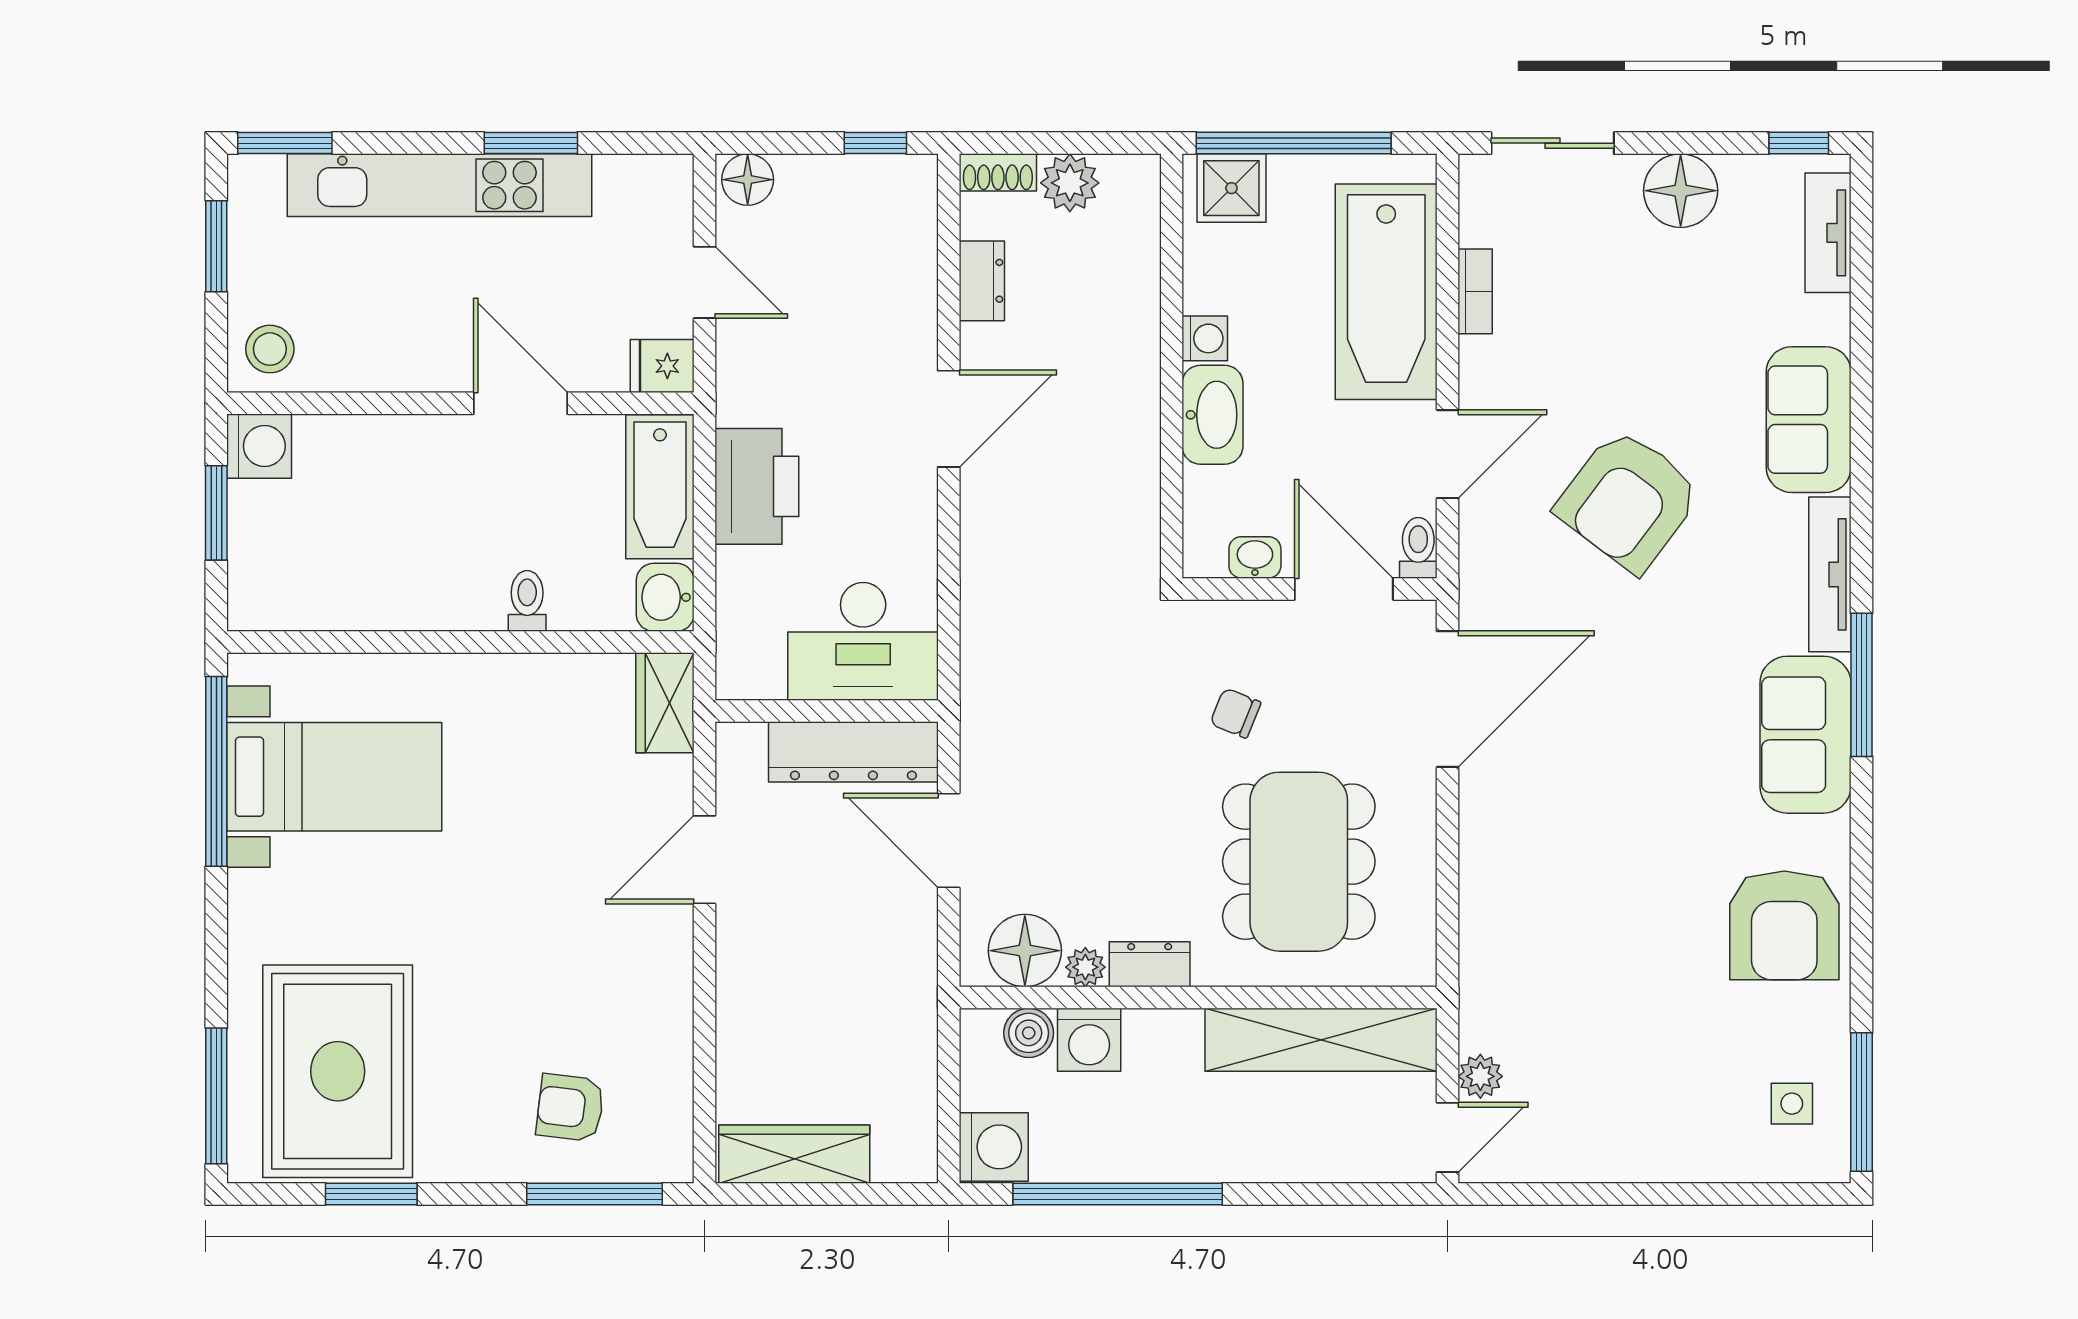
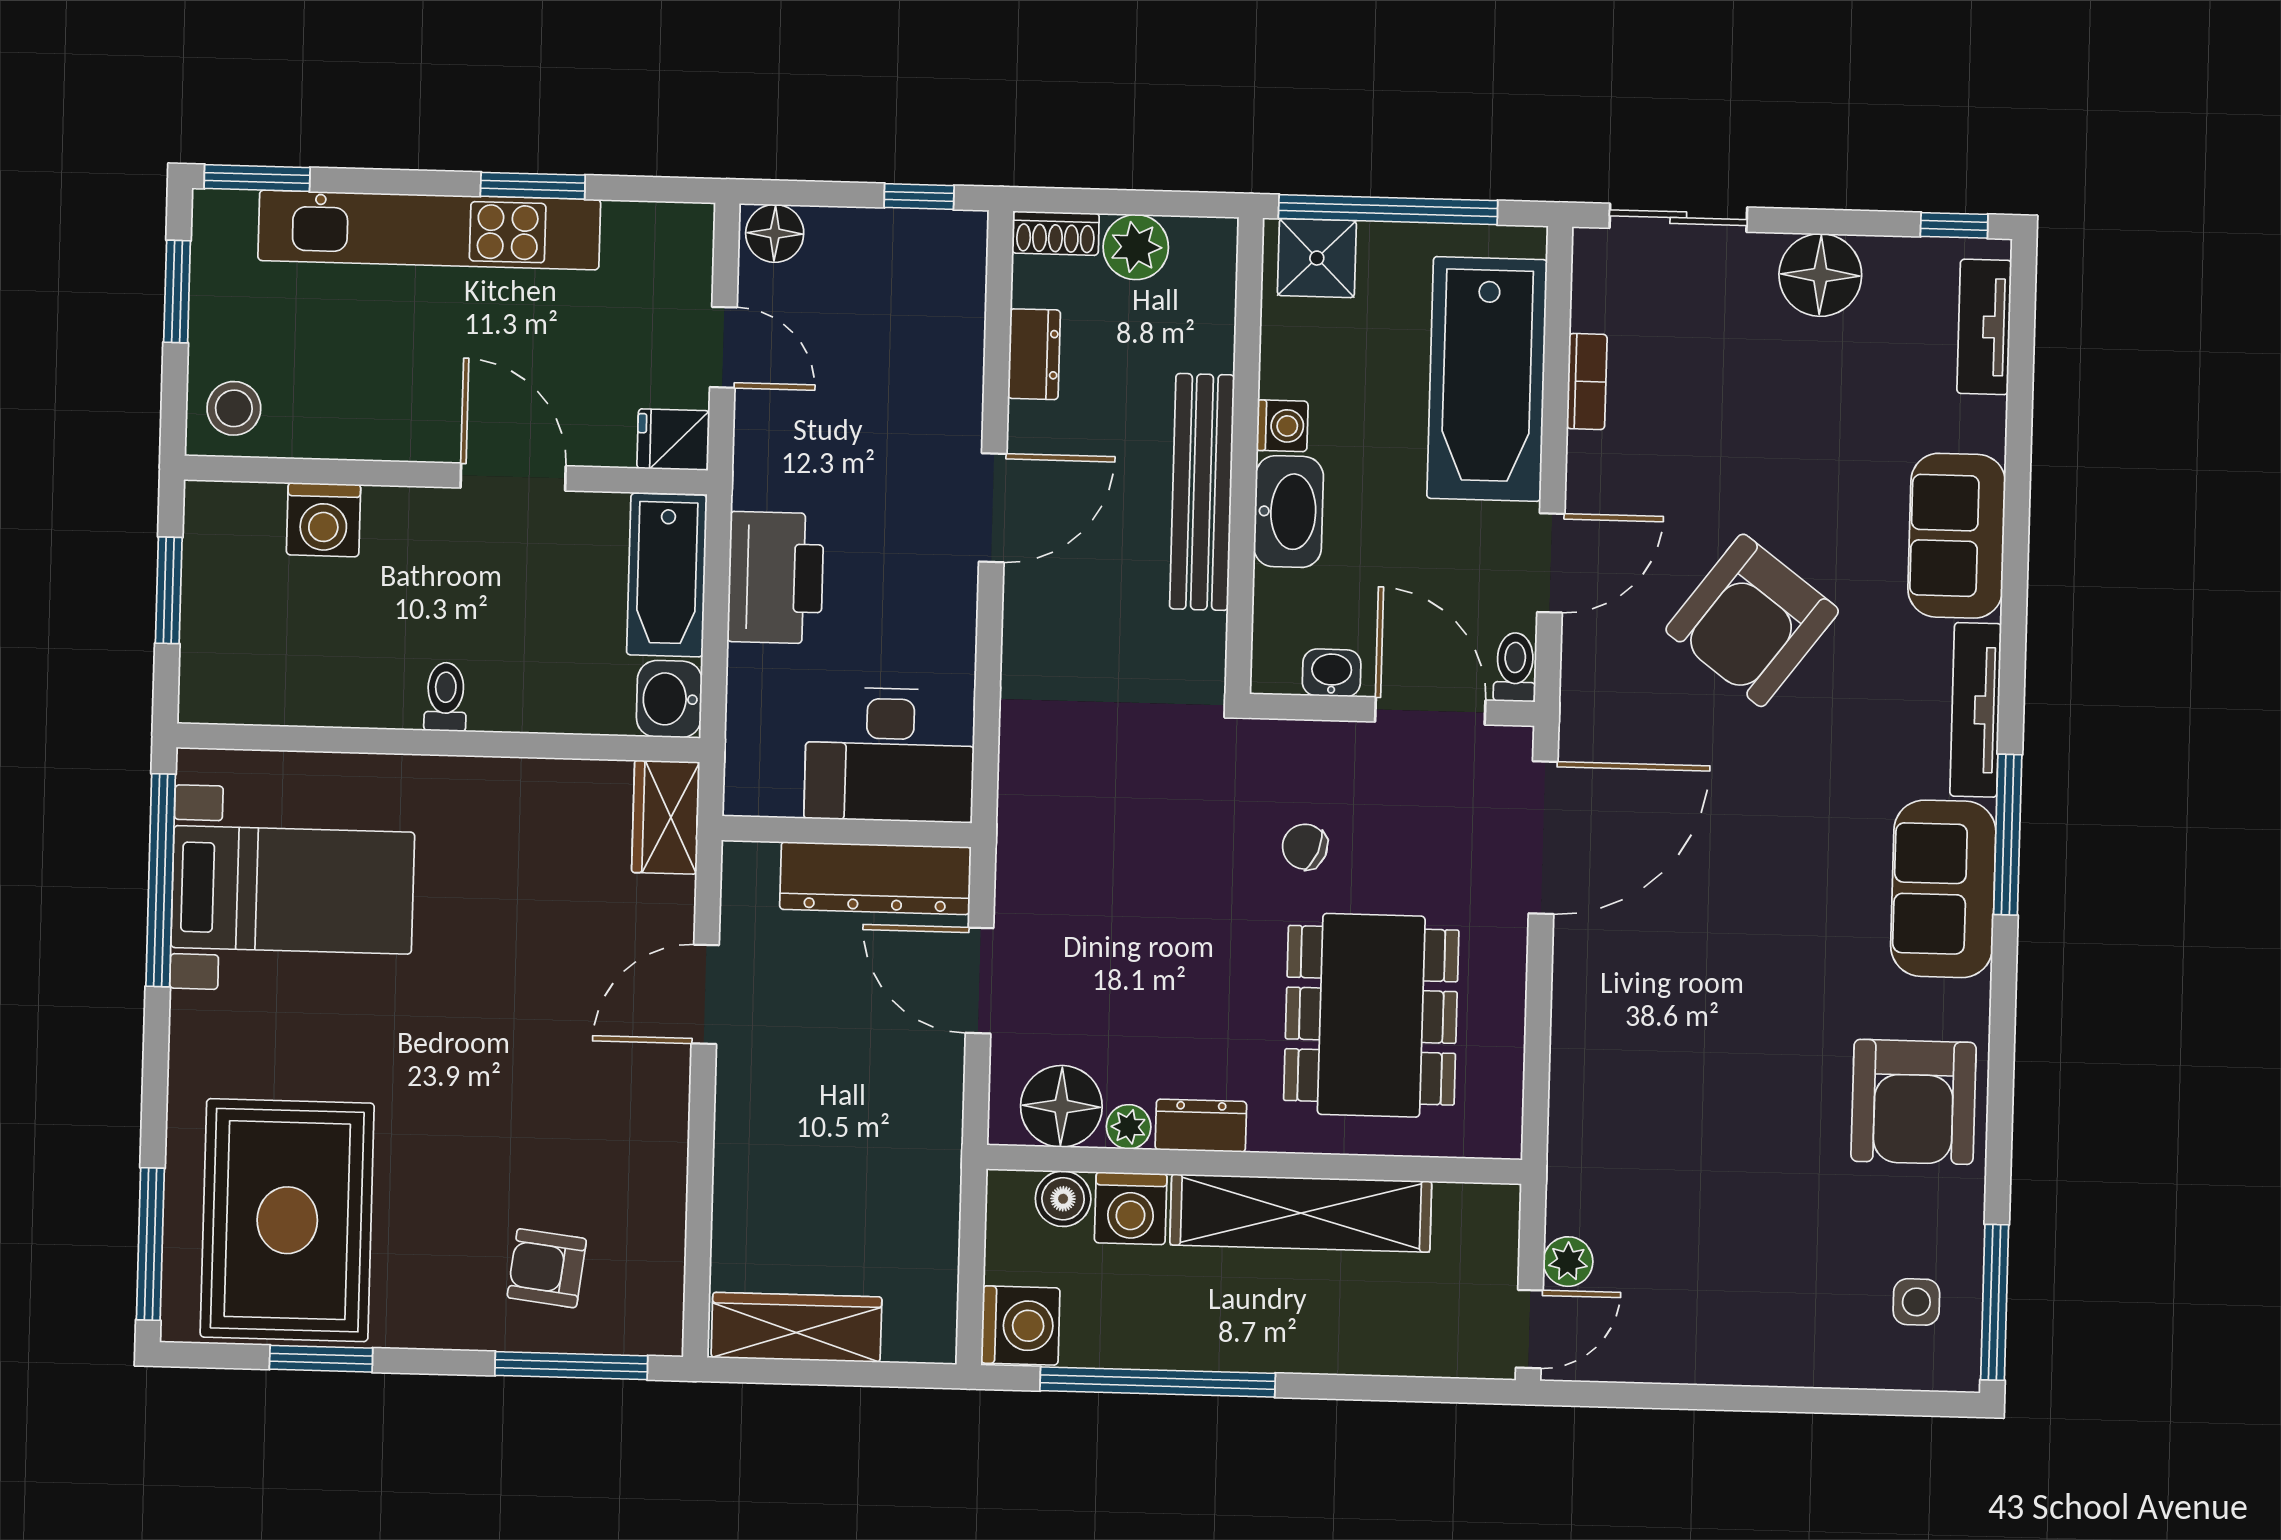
bench: (1135, 399) -> (1202, 492), added
washing machine: (259, 446) -> (324, 520), moved, turned 90
toilet: (527, 601) -> (446, 697), moved
shelving: (1321, 1040) -> (1301, 1213), moved

